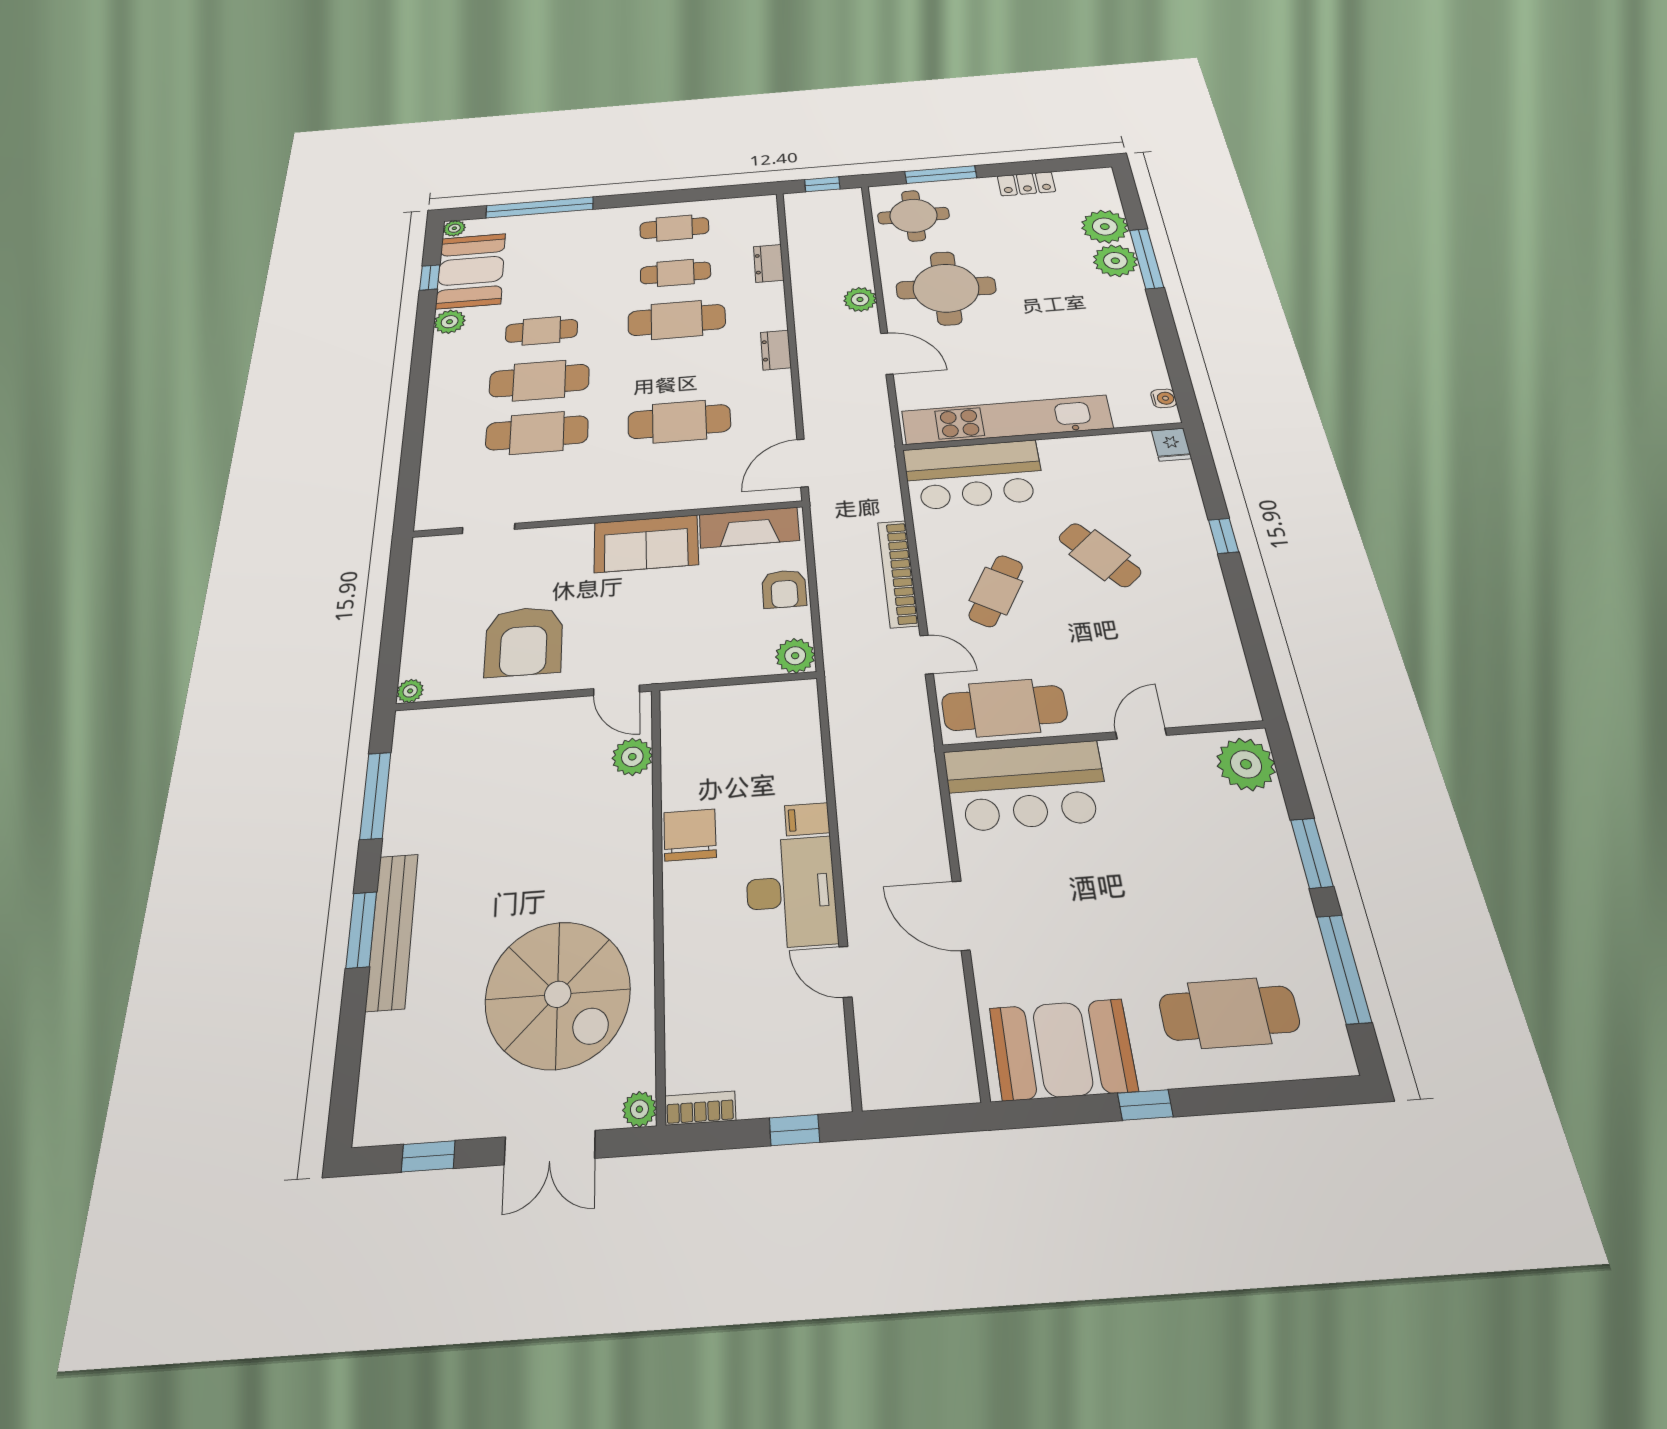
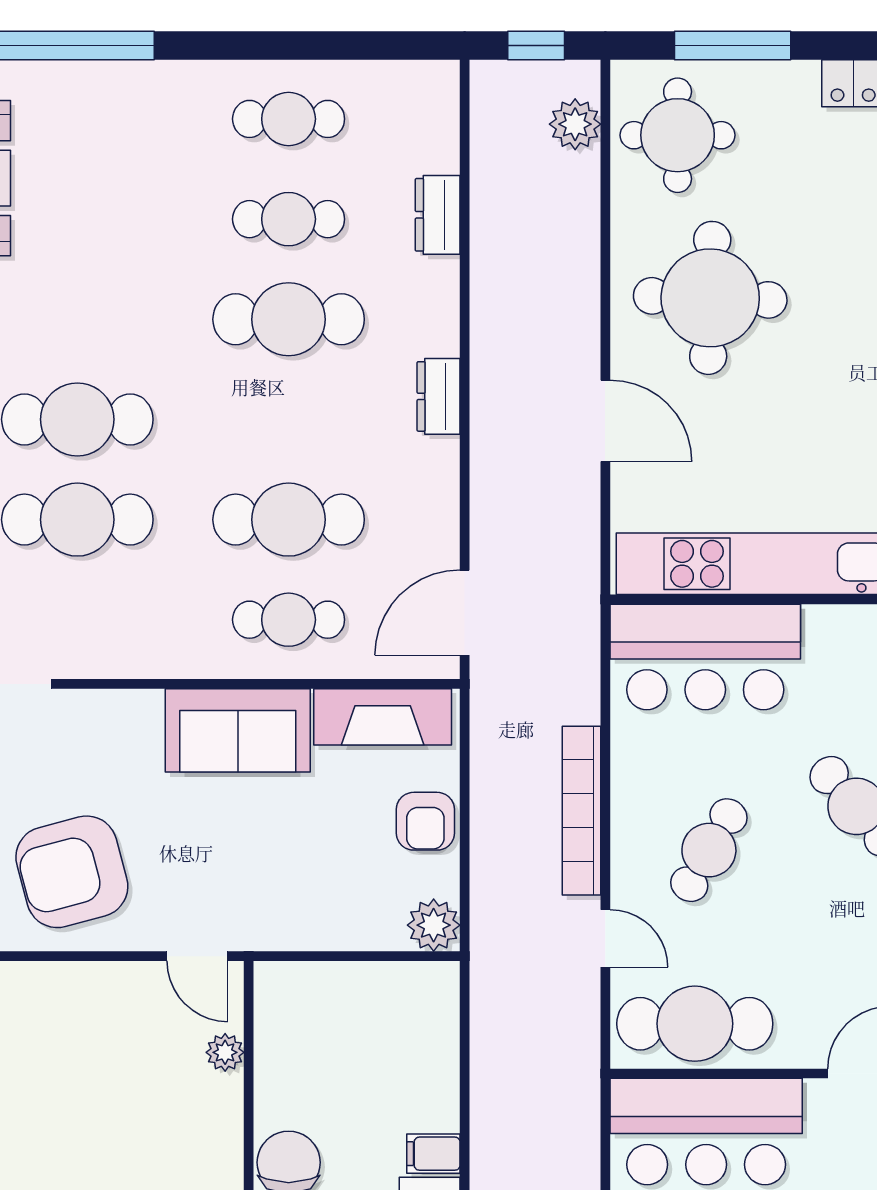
plant: (860, 299) -> (575, 124), moved
cafe table: (541, 331) -> (289, 620), moved
armchair: (524, 641) -> (72, 872), turned 75
plant: (632, 757) -> (225, 1052), width x0.73, depth x0.73

